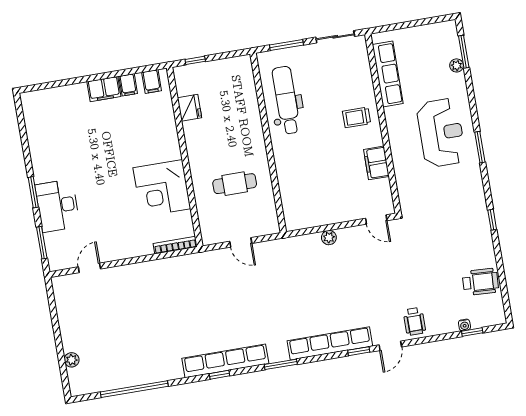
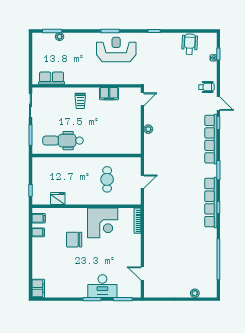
row of seats: (388, 74) -> (52, 78), width x0.68
filing cabinet: (104, 89) -> (38, 288), moved
reception desk: (441, 133) -> (116, 50), moved
chair: (126, 146) -> (74, 240), added

